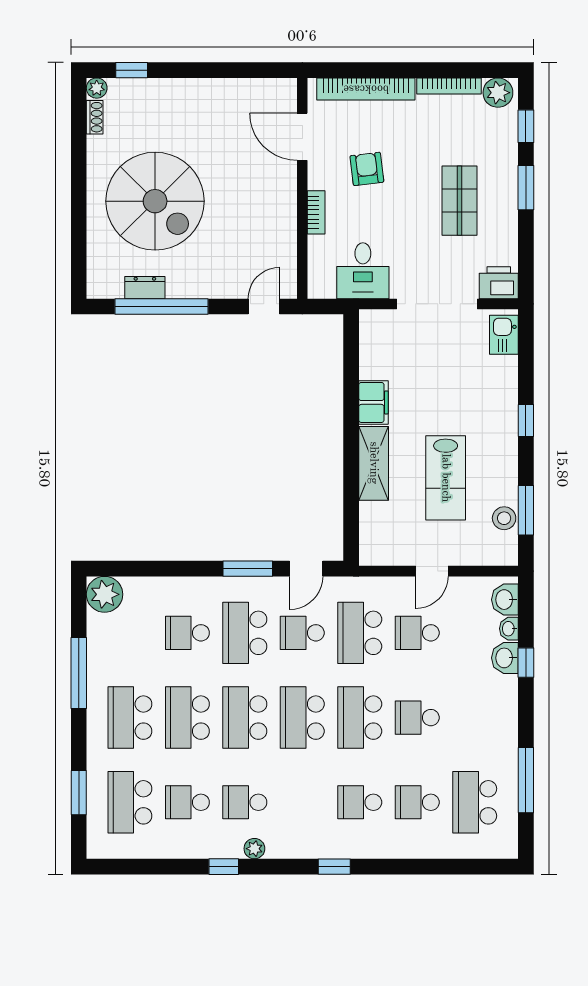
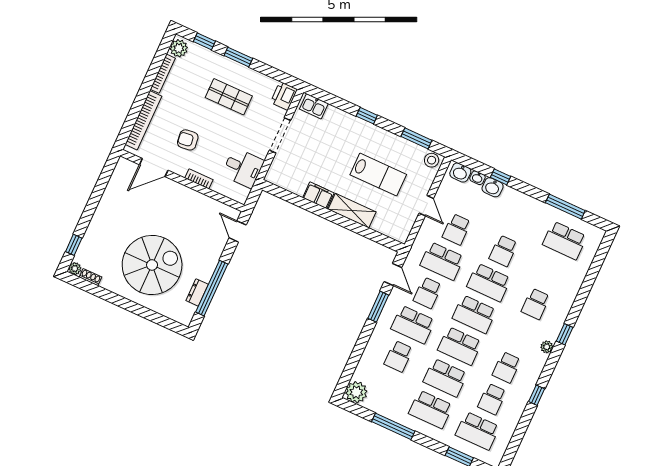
doorway: (437, 304) -> (280, 135), width x0.73
stool: (504, 518) -> (432, 160), moved
school desk: (417, 802) -> (550, 272), removed
plant: (254, 849) -> (547, 347), moved

